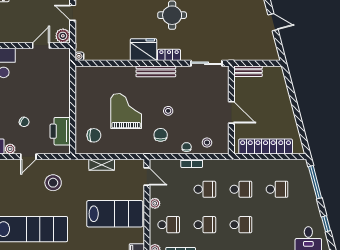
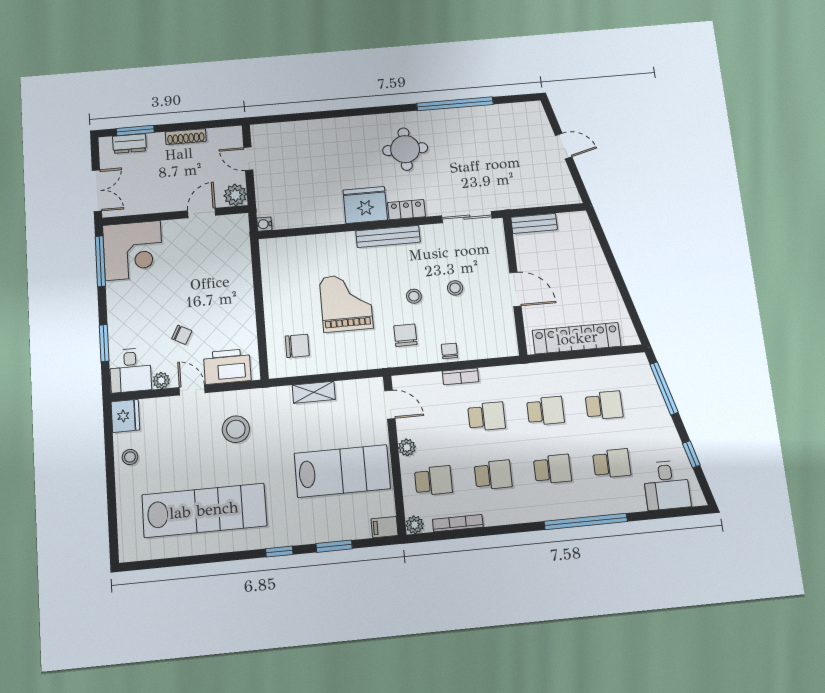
printer: (60, 131) -> (227, 366), moved, turned 90
stool: (207, 143) -> (455, 288), moved
door: (28, 157) -> (192, 390), swing flipped
school desk: (277, 225) -> (612, 463), added

